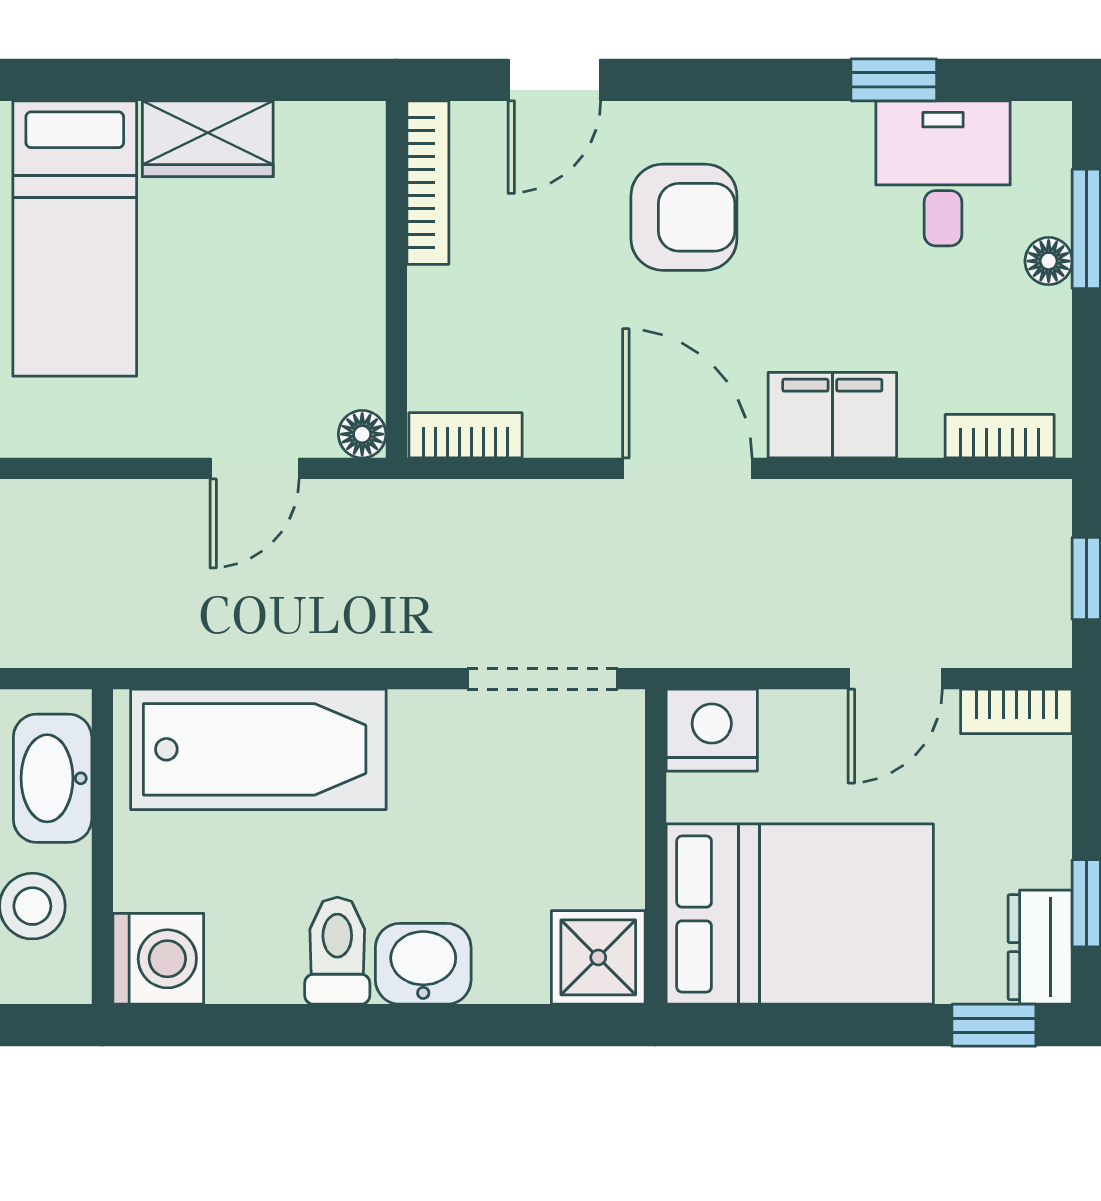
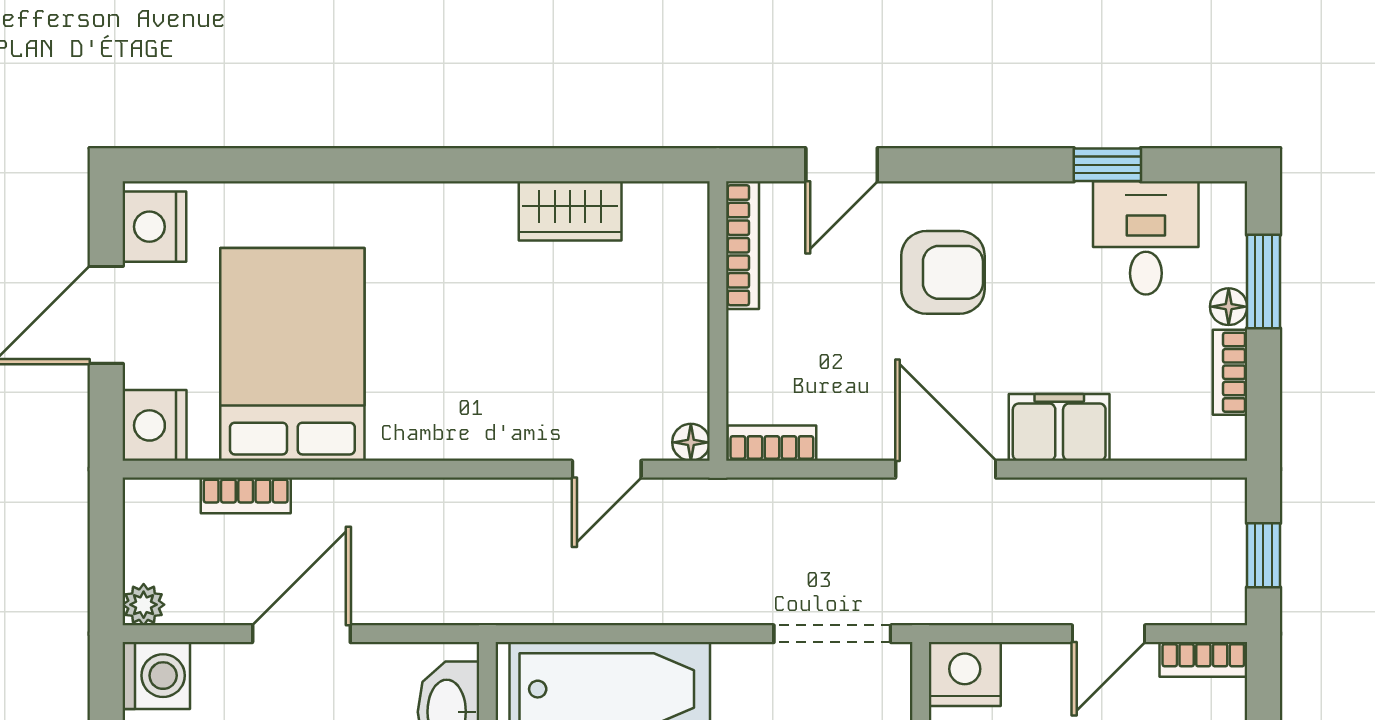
bed: (75, 238) -> (466, 289), removed
bookcase: (1000, 436) -> (1230, 372), moved, turned -90

